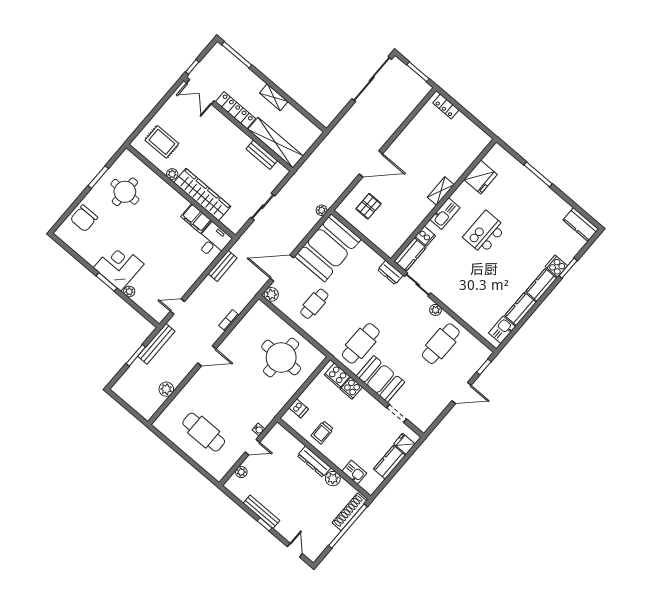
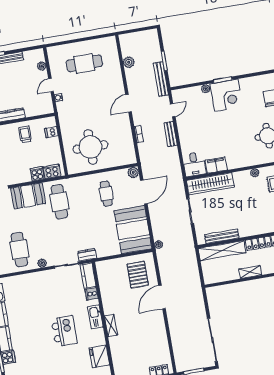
bench: (262, 155) -> (222, 236), width x1.36
wardrobe: (202, 195) -> (210, 184), moved
pallet: (369, 206) -> (138, 275), width x1.50, depth x1.42
bench: (223, 266) -> (171, 134), moved

